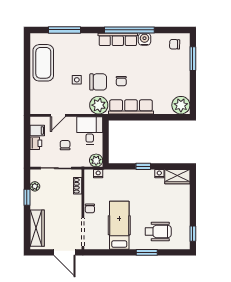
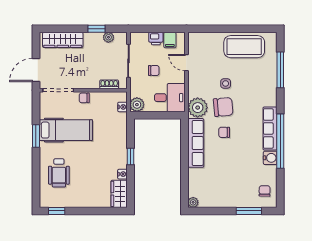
chair: (98, 82) -> (223, 107), turned -95
plant: (181, 105) -> (193, 202), width x0.53, depth x0.53
window: (147, 252) -> (36, 136), moved

